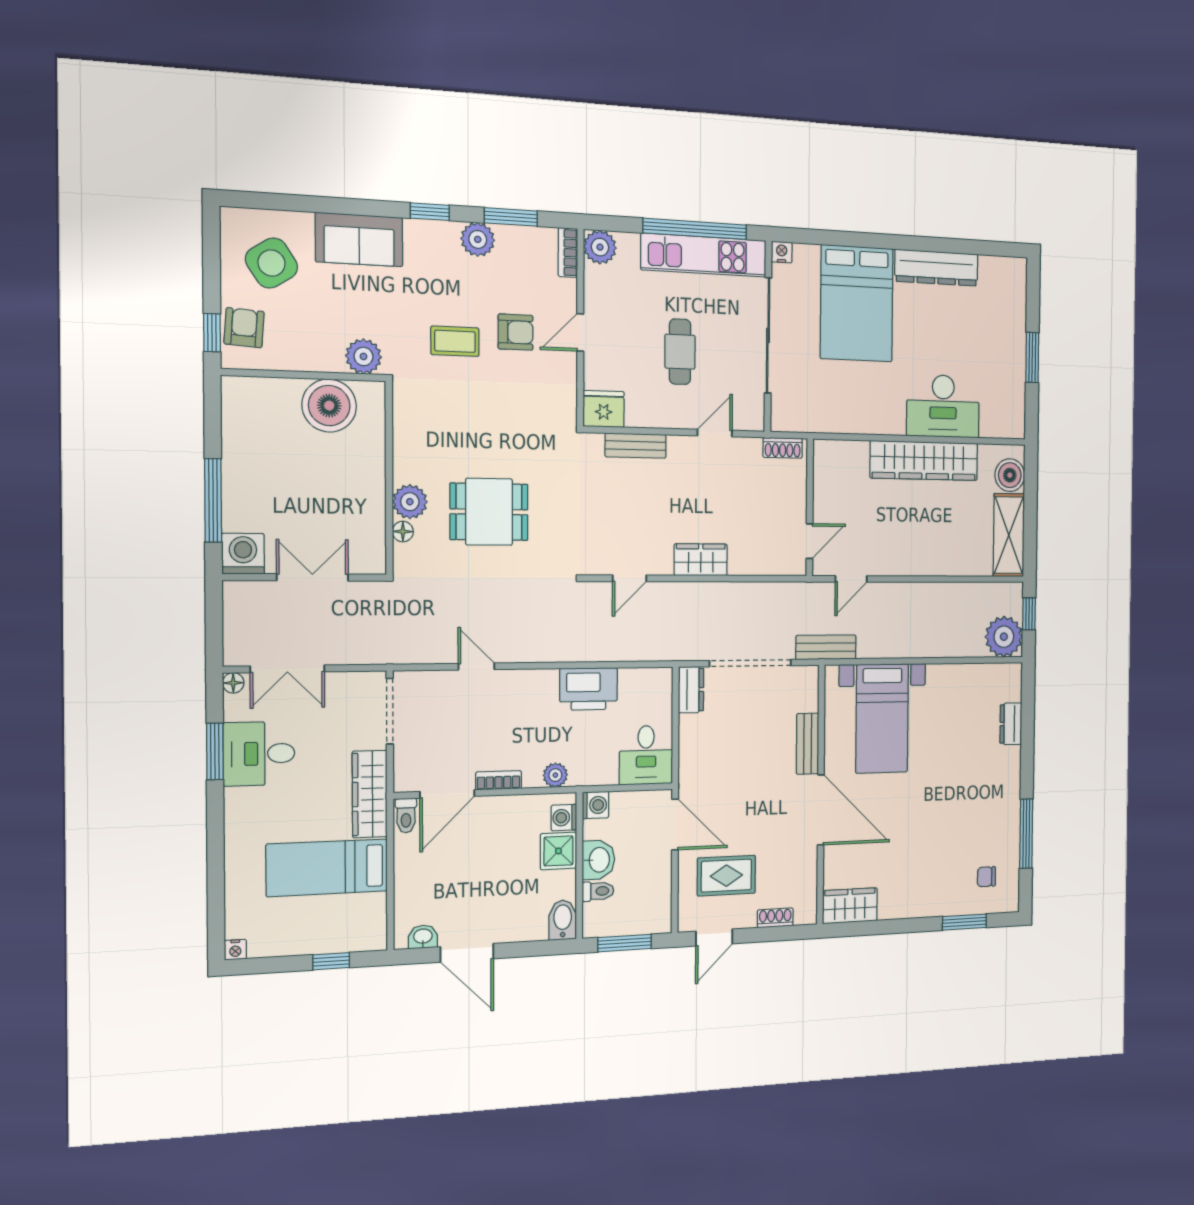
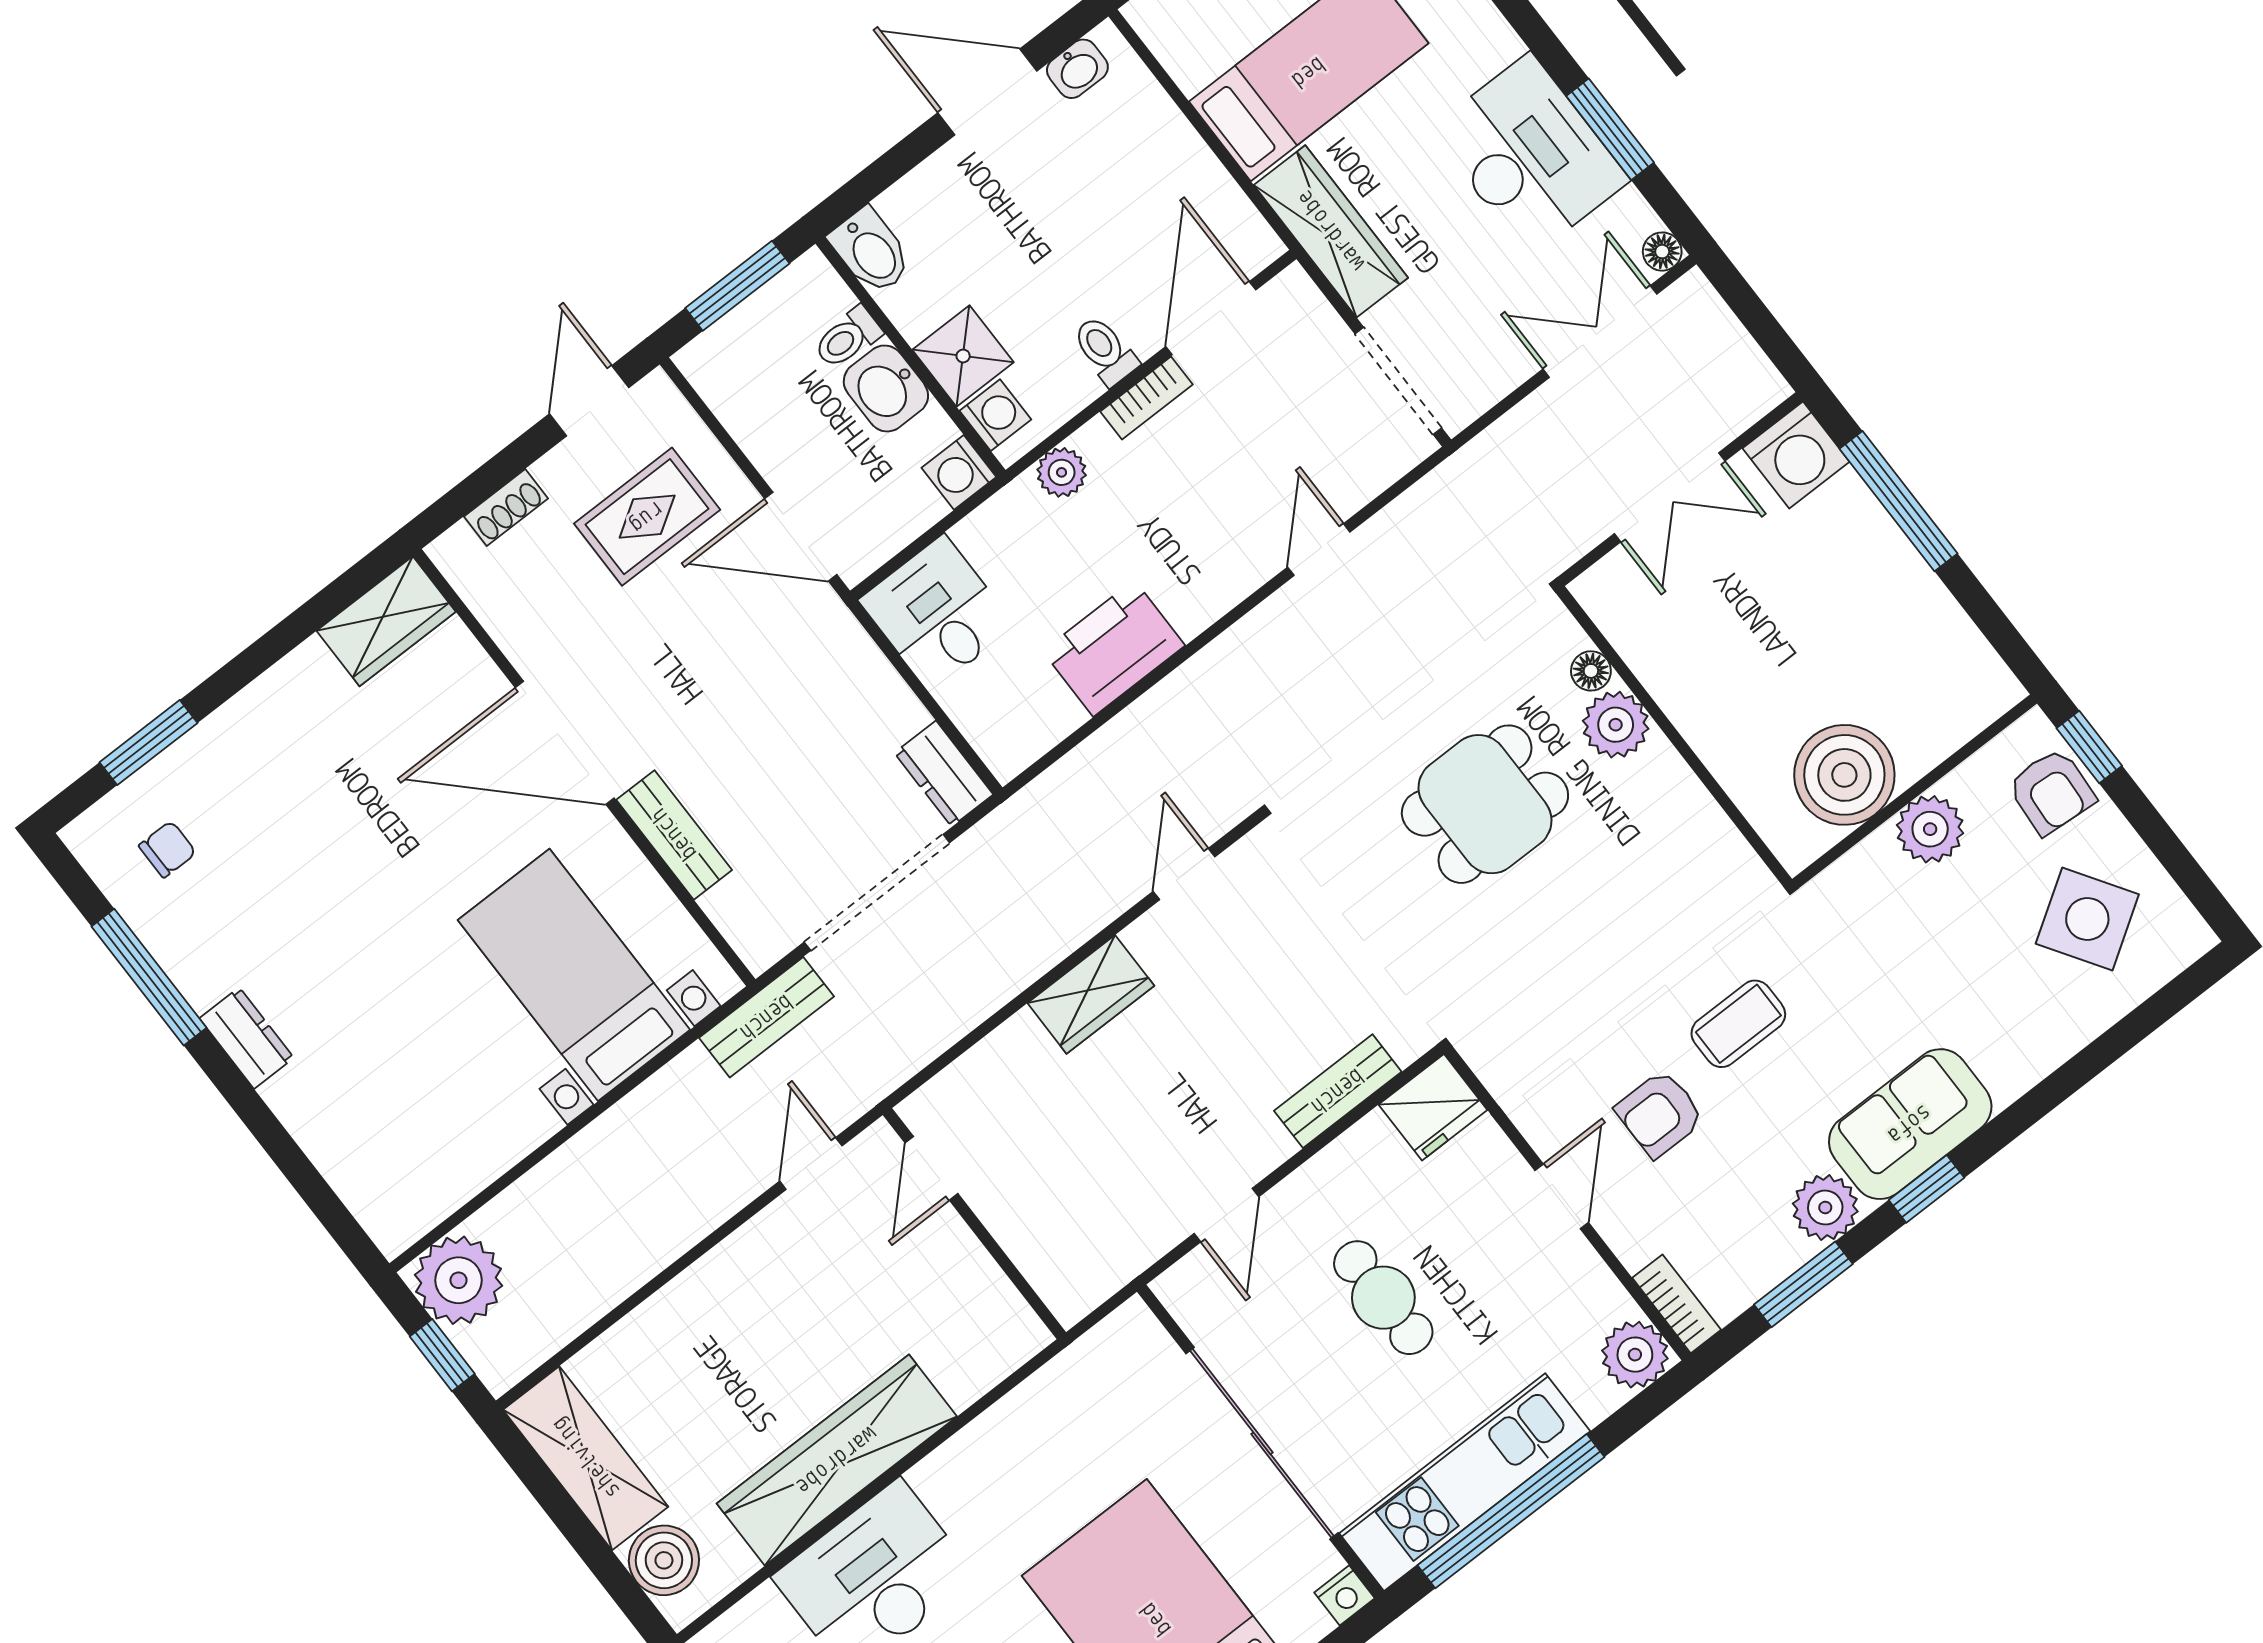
sofa: (359, 240) -> (1910, 1124), moved
plant: (364, 356) -> (1930, 829), moved
shoe rack: (783, 448) -> (1096, 1283), removed
door: (476, 667) -> (1319, 550), swing flipped
dresser: (1011, 724) -> (247, 1038), moved
desk: (259, 754) -> (1530, 155), width x1.37
toilet: (406, 816) -> (1105, 350), moved

